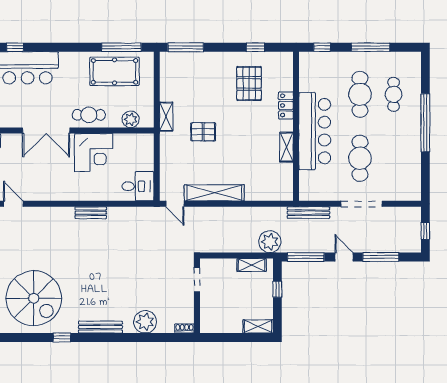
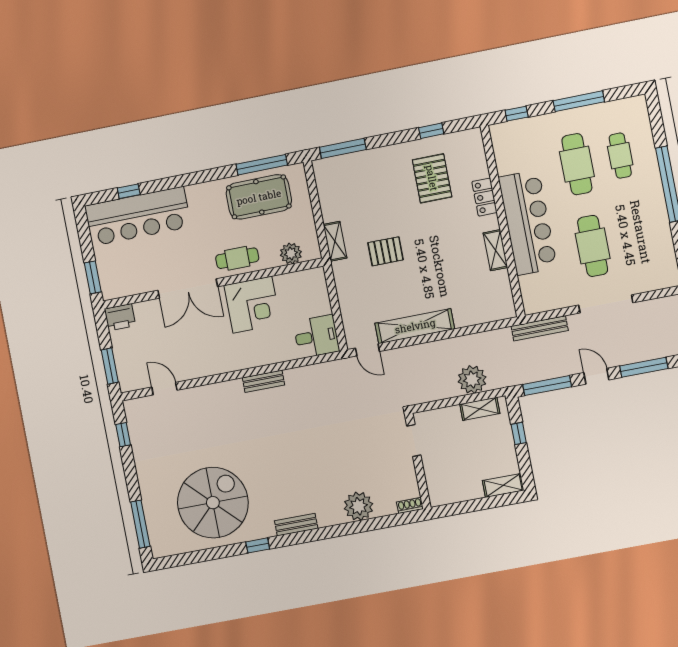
plant: (270, 242) -> (472, 380), moved
spiral stairs: (34, 298) -> (213, 503), turned -90
bench: (100, 327) -> (296, 525), width x0.73

